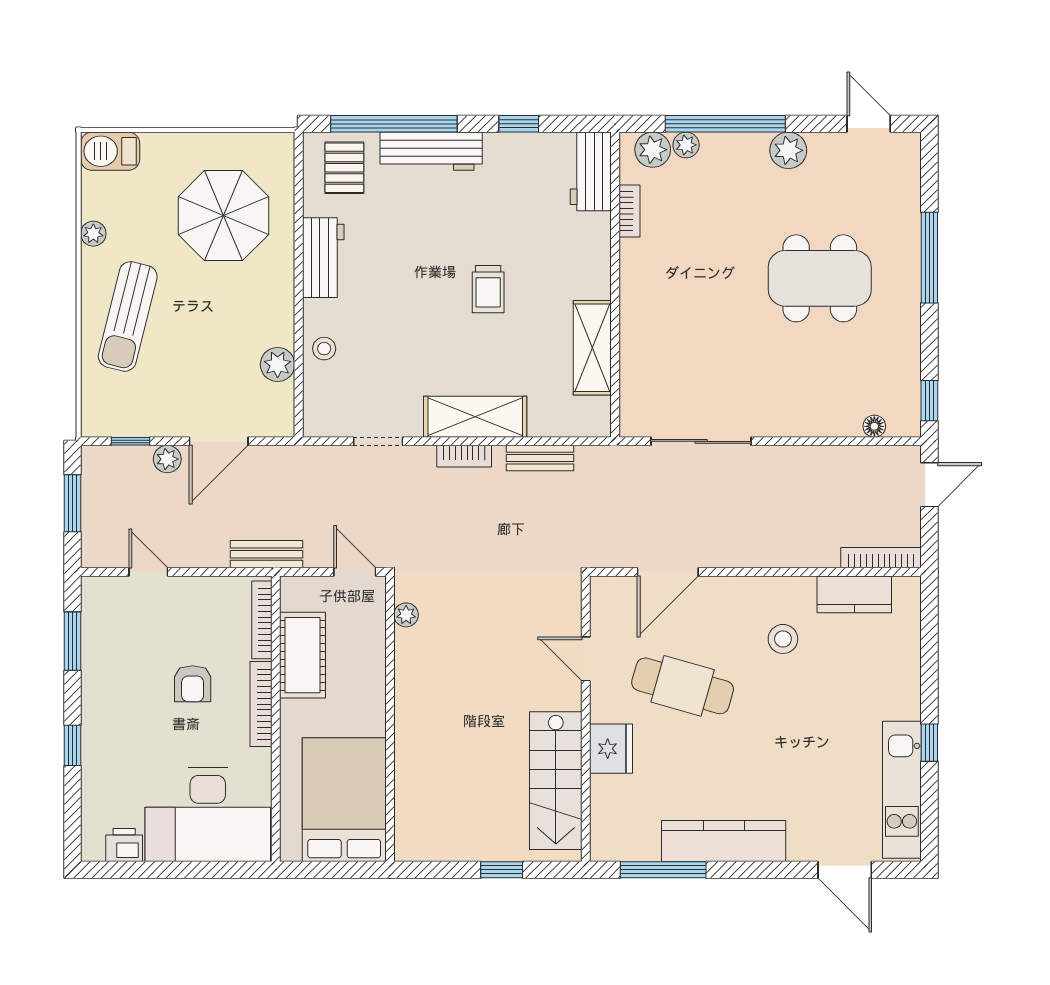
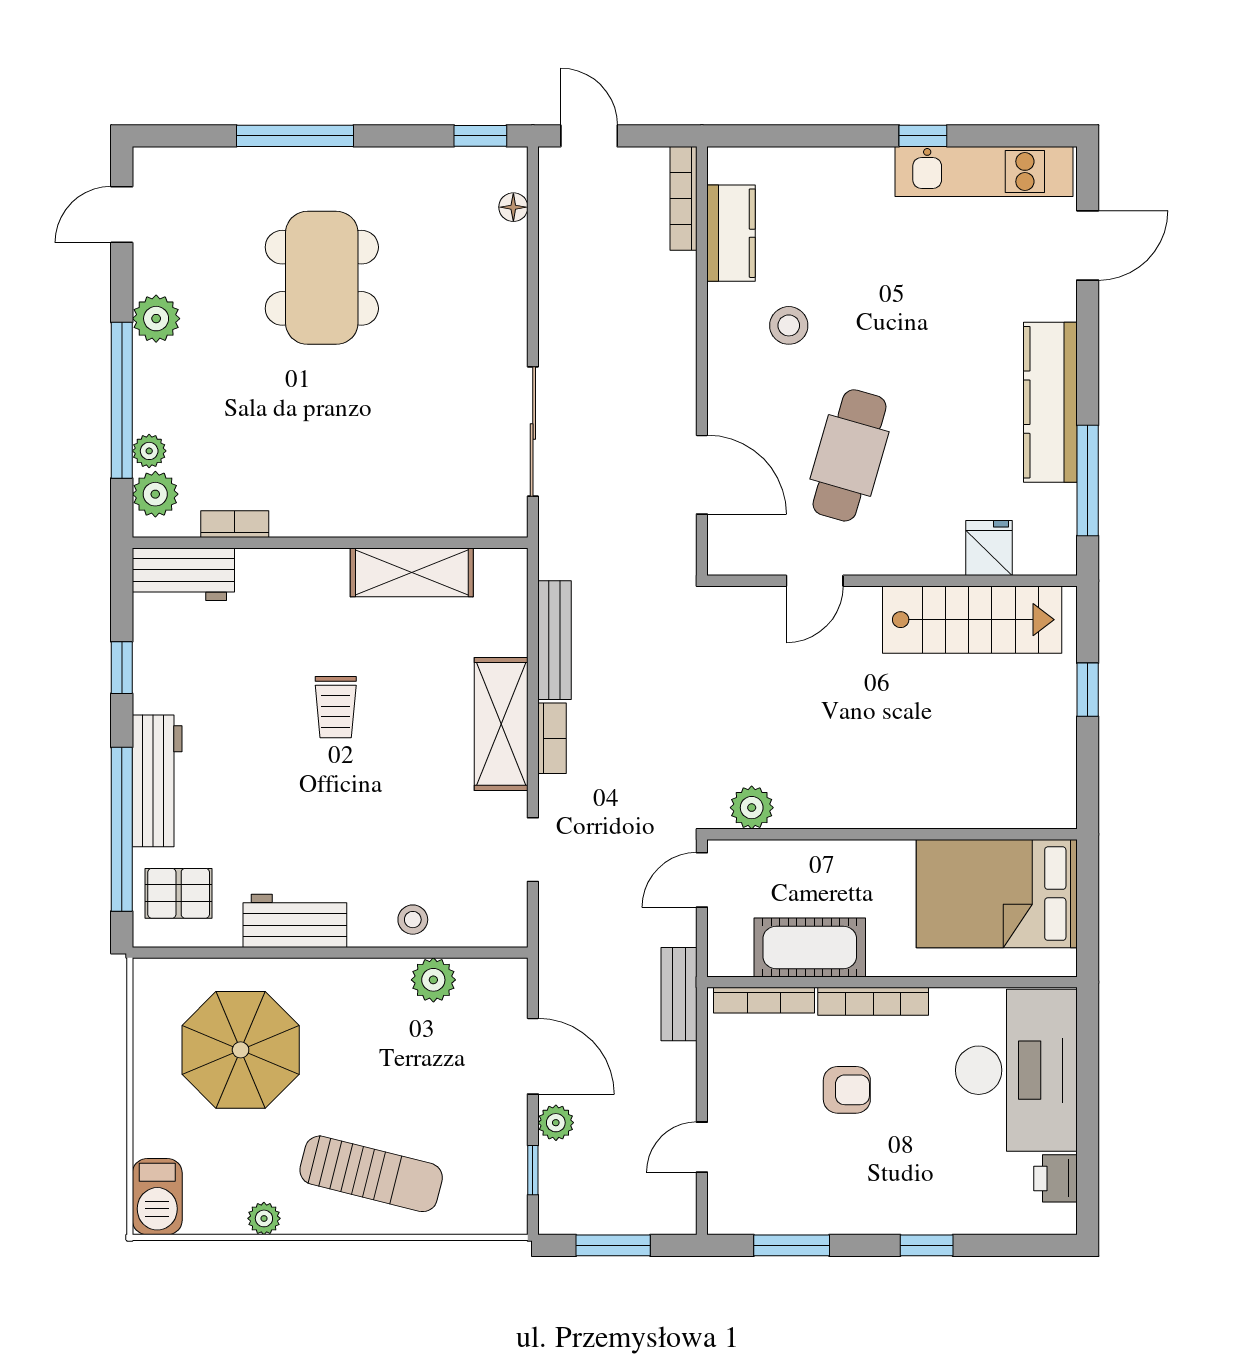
trolley: (488, 289) -> (336, 707), turned 90
bench: (540, 458) -> (555, 640), width x1.36
plant: (406, 615) -> (752, 808), width x1.38, depth x1.38
fridge: (611, 749) -> (989, 548), moved, width x0.72

